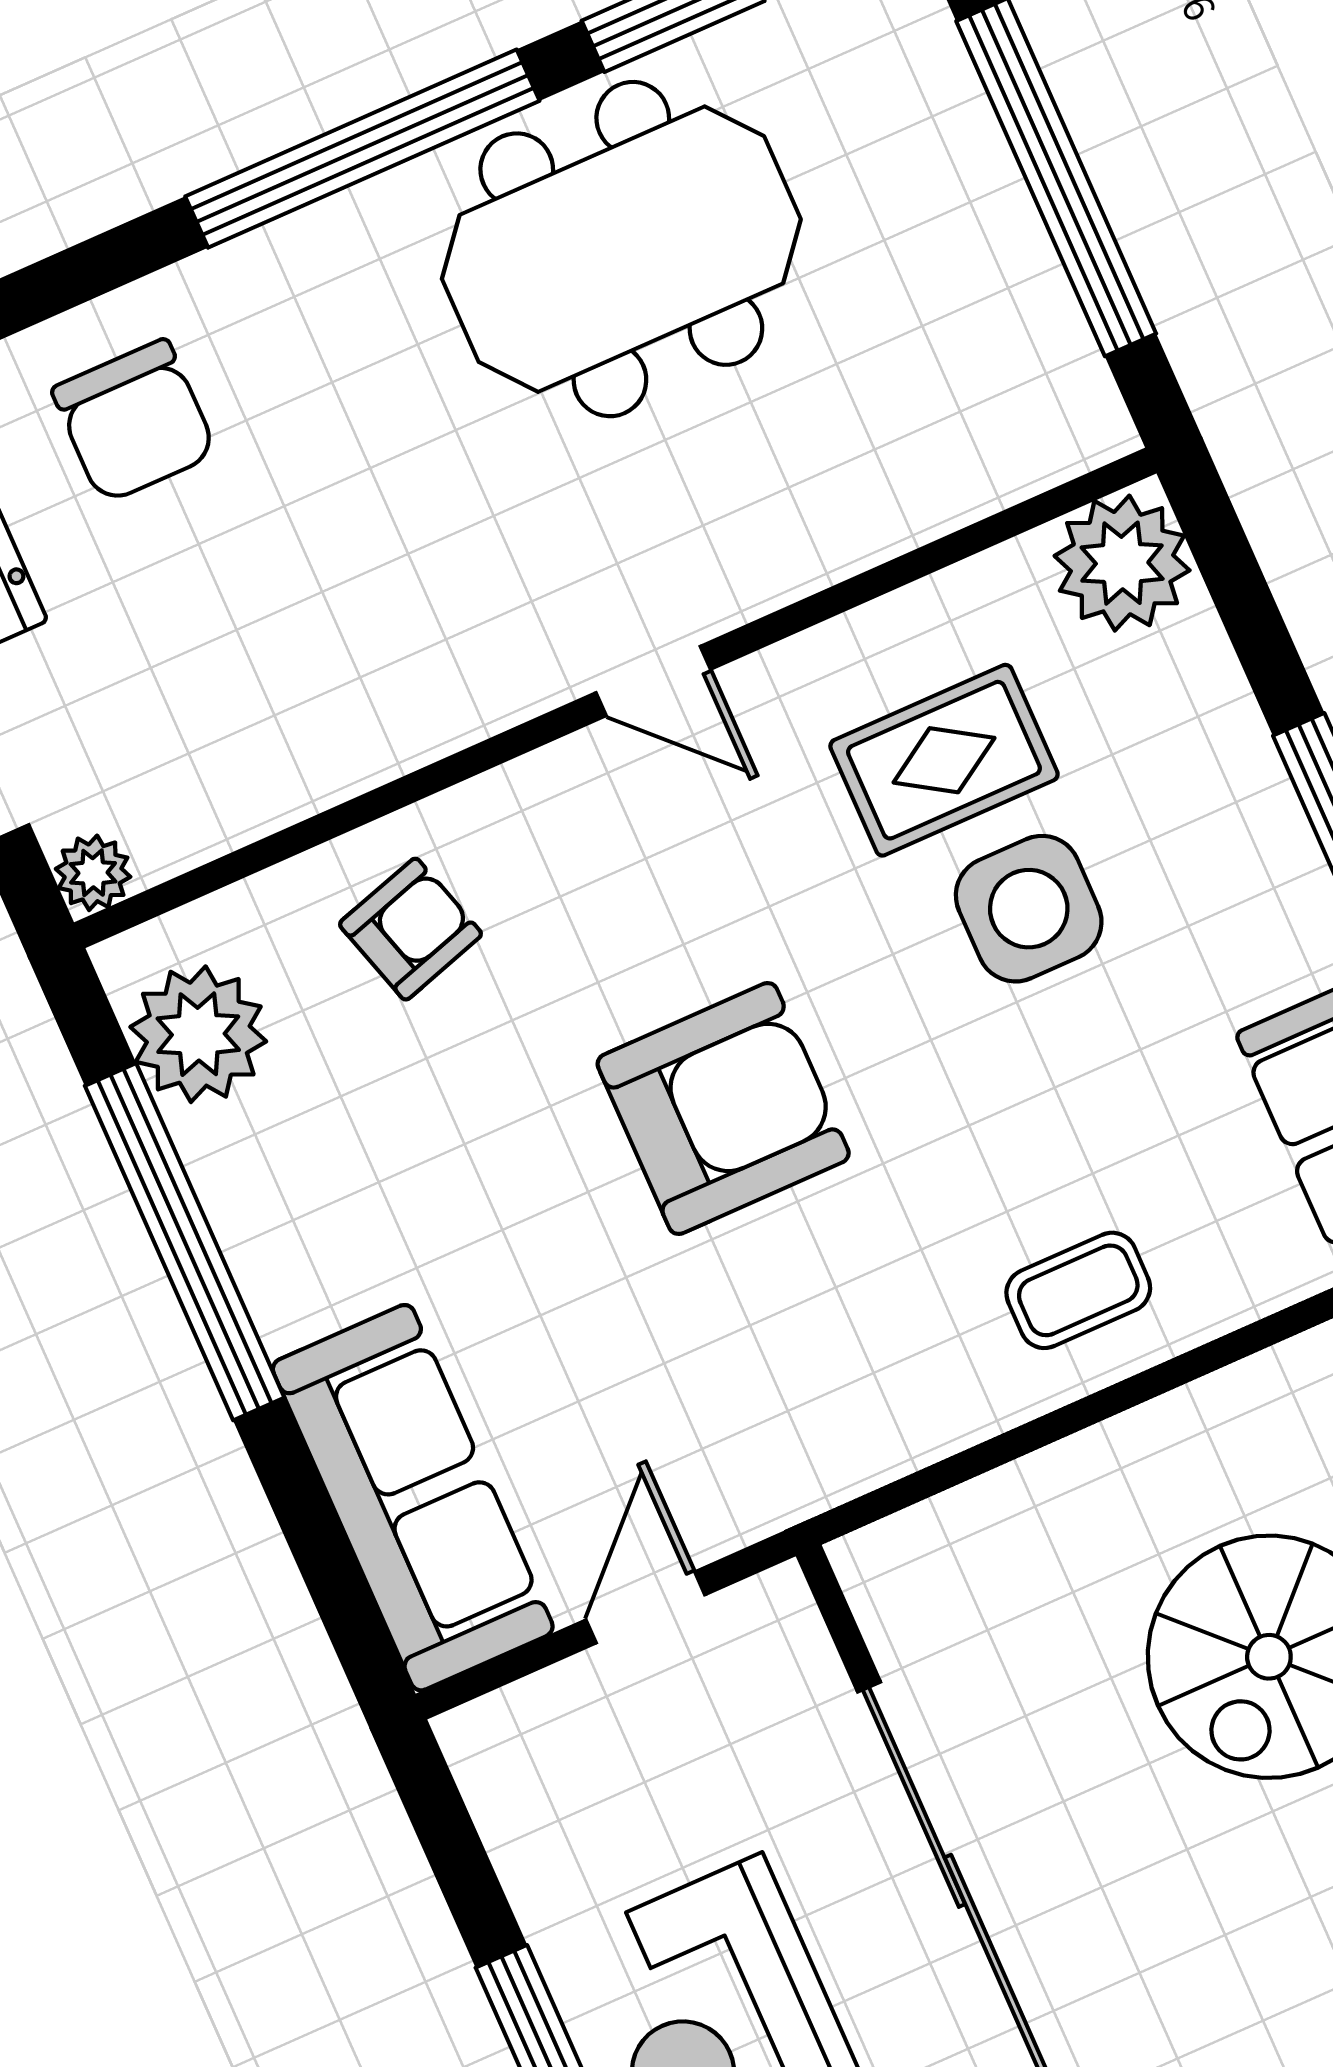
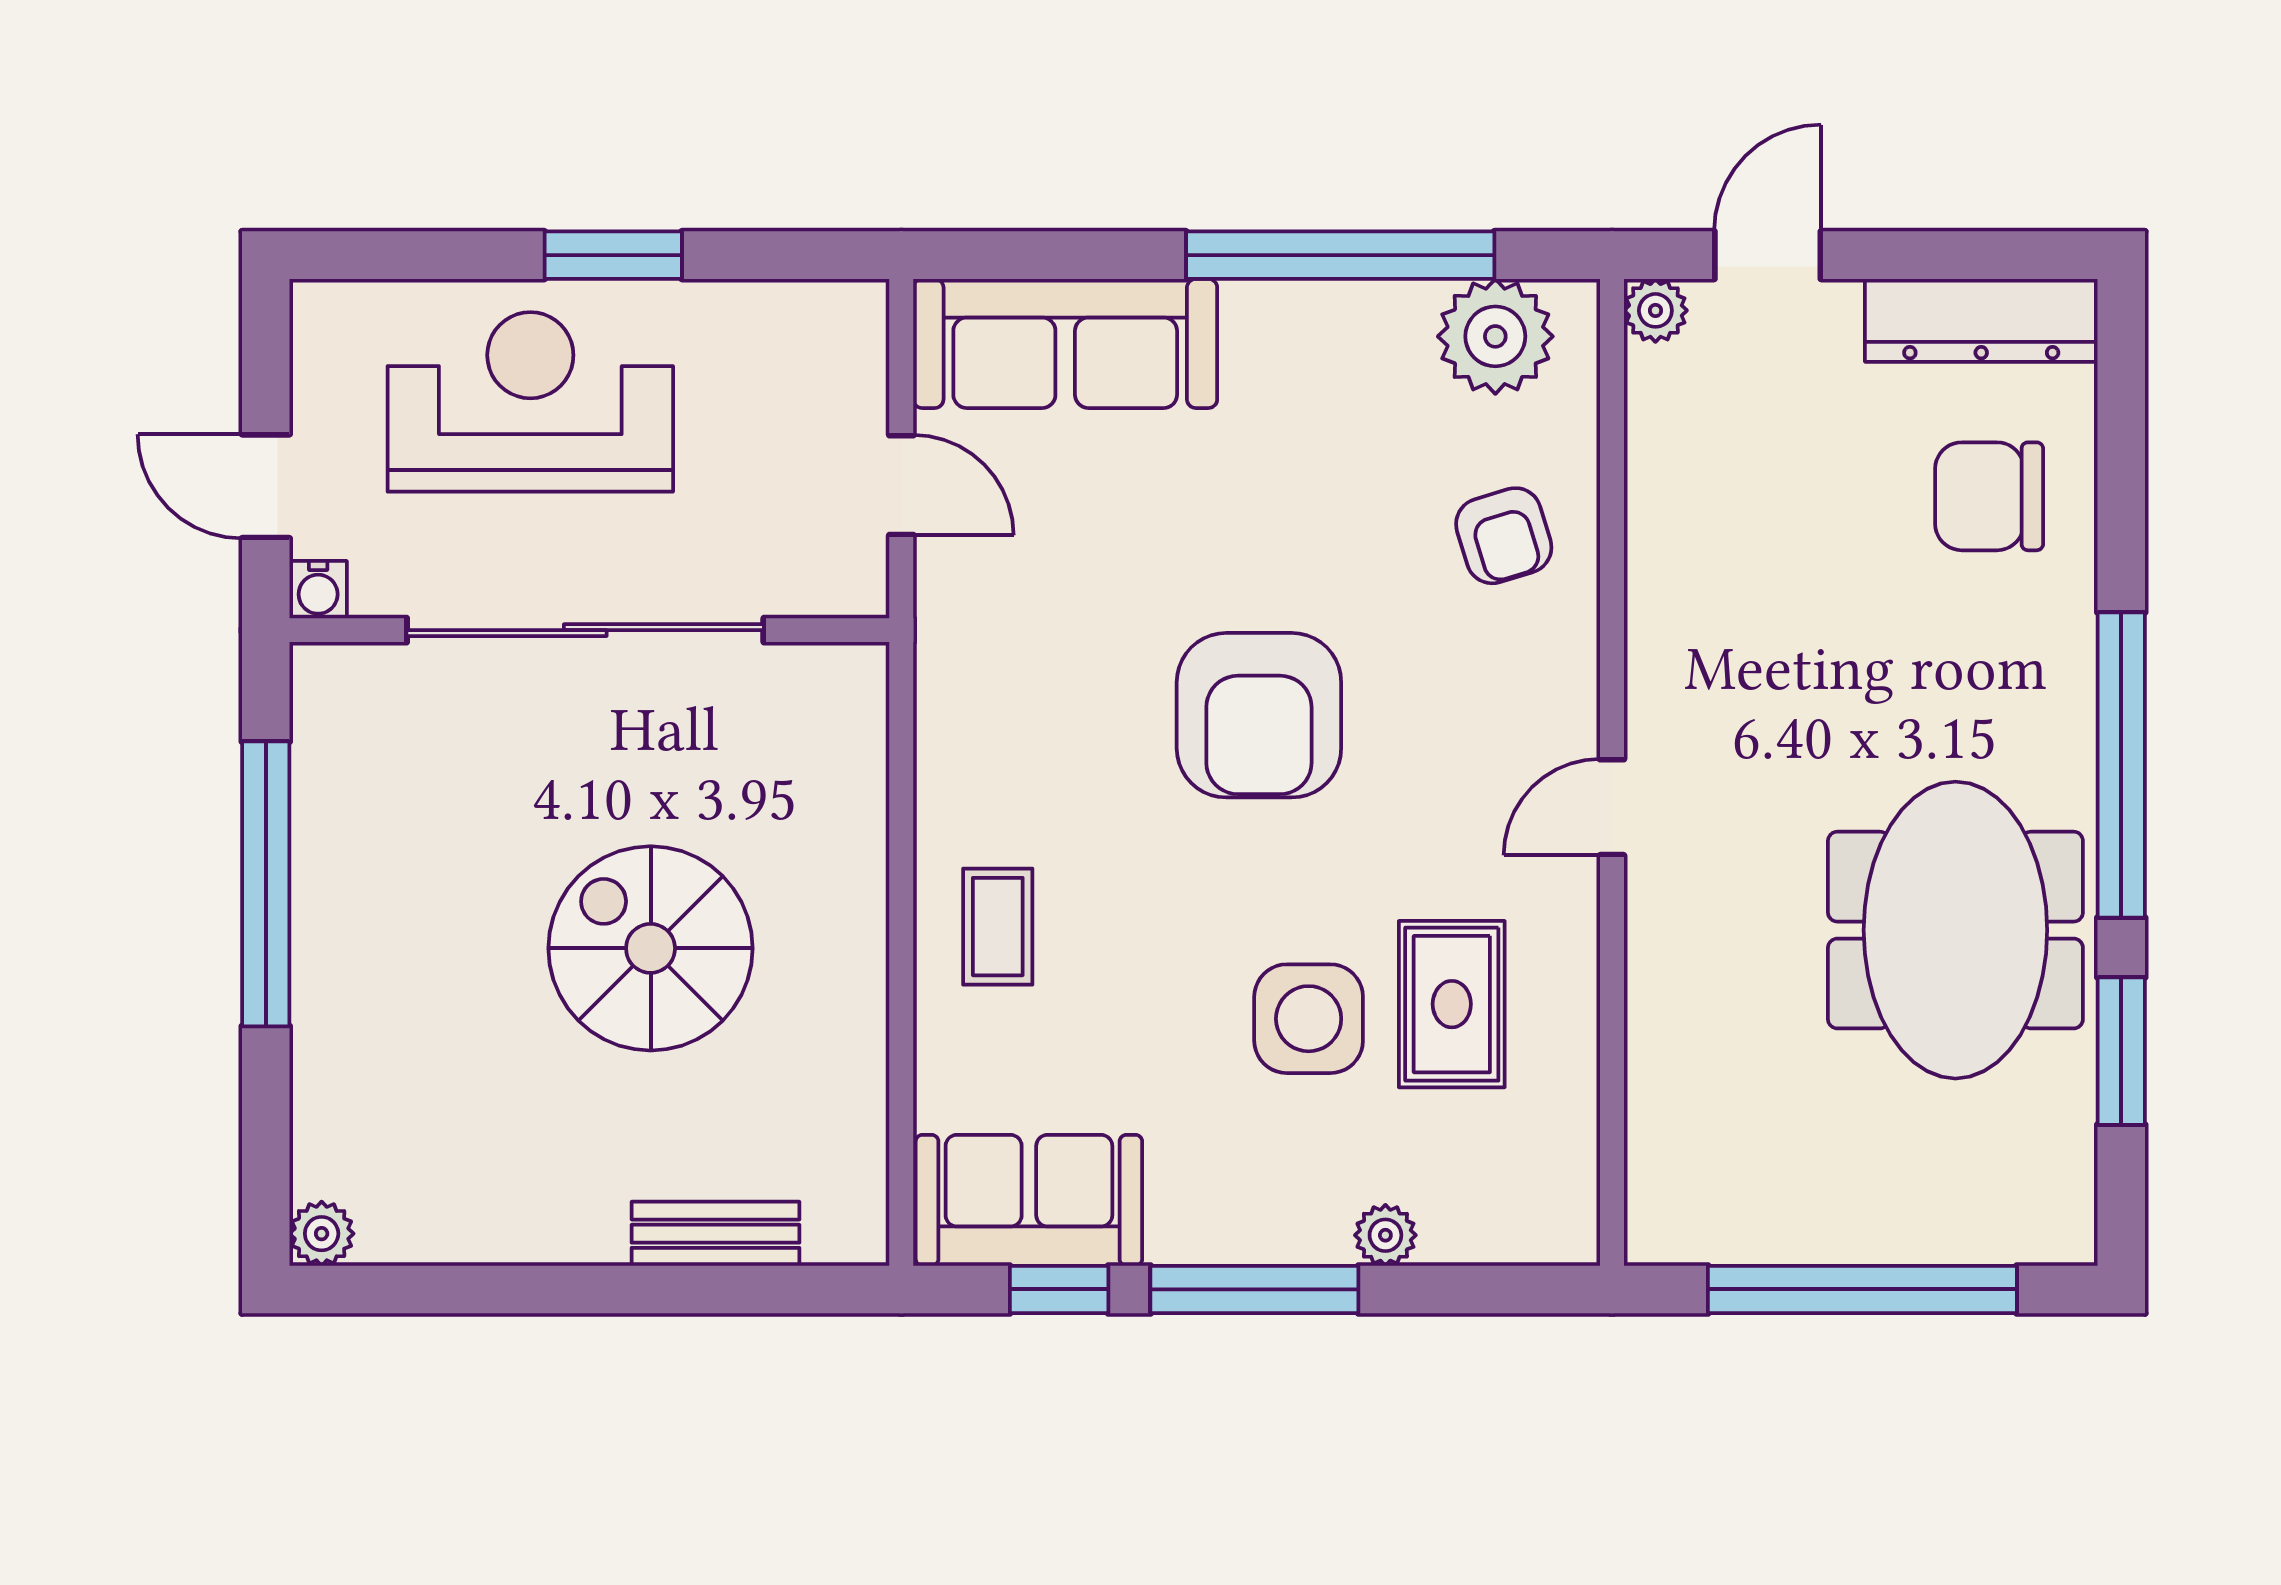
plant: (1122, 563) -> (1385, 1235), moved, width x0.53, depth x0.53

